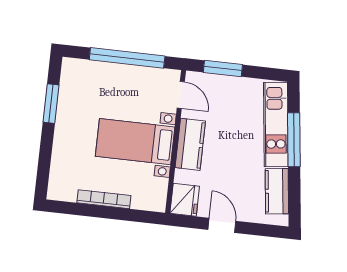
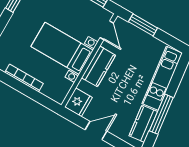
window: (294, 140) -> (161, 114), moved
door: (222, 225) -> (96, 130), hinge flipped

